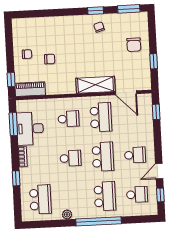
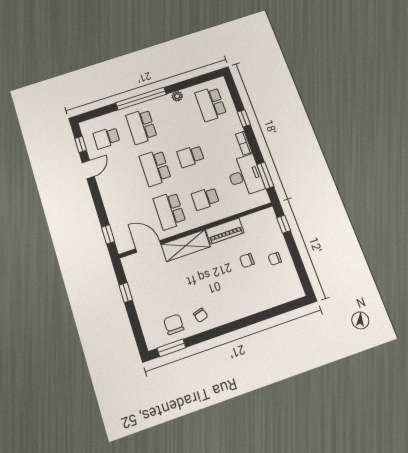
window: (96, 11) -> (210, 334), removed
chair: (134, 45) -> (174, 324), moved
piano: (30, 89) -> (225, 231), moved
school desk: (135, 155) -> (120, 180), removed

